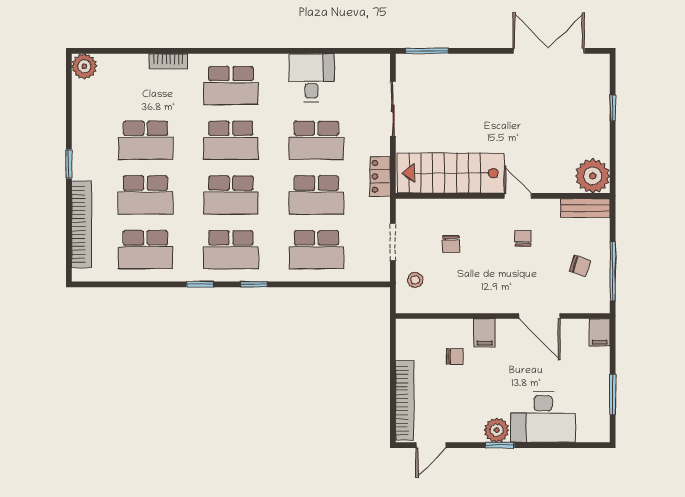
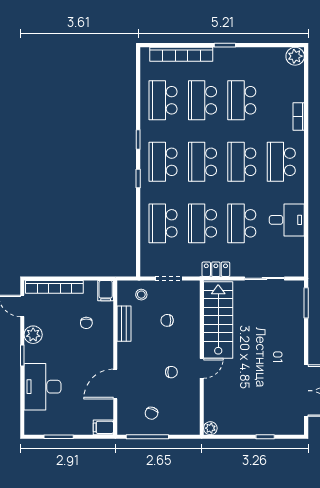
plant: (593, 176) -> (210, 428), width x0.53, depth x0.53
bench: (585, 208) -> (124, 324), moved
filing cabinet: (485, 333) -> (106, 291), moved, turned -90
plant: (497, 430) -> (33, 335), moved

